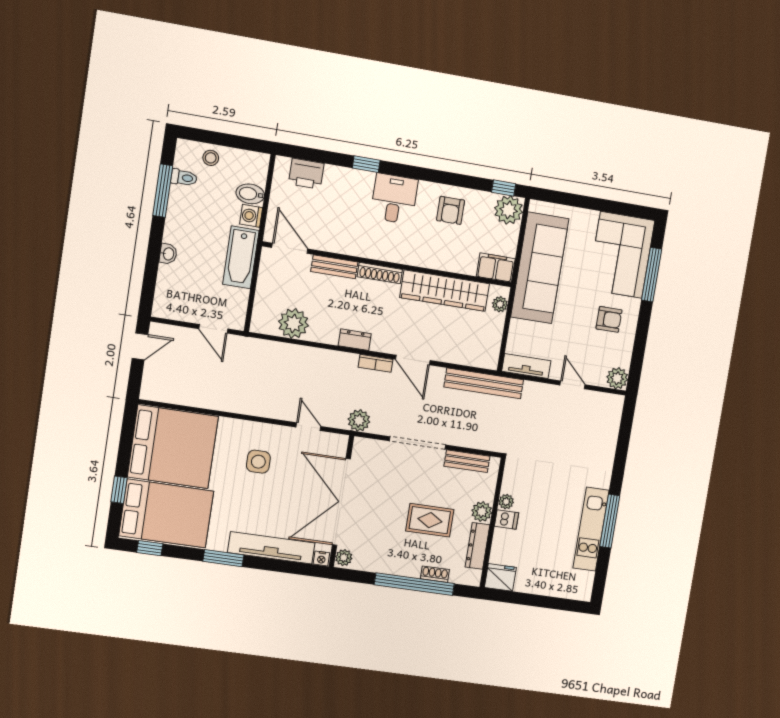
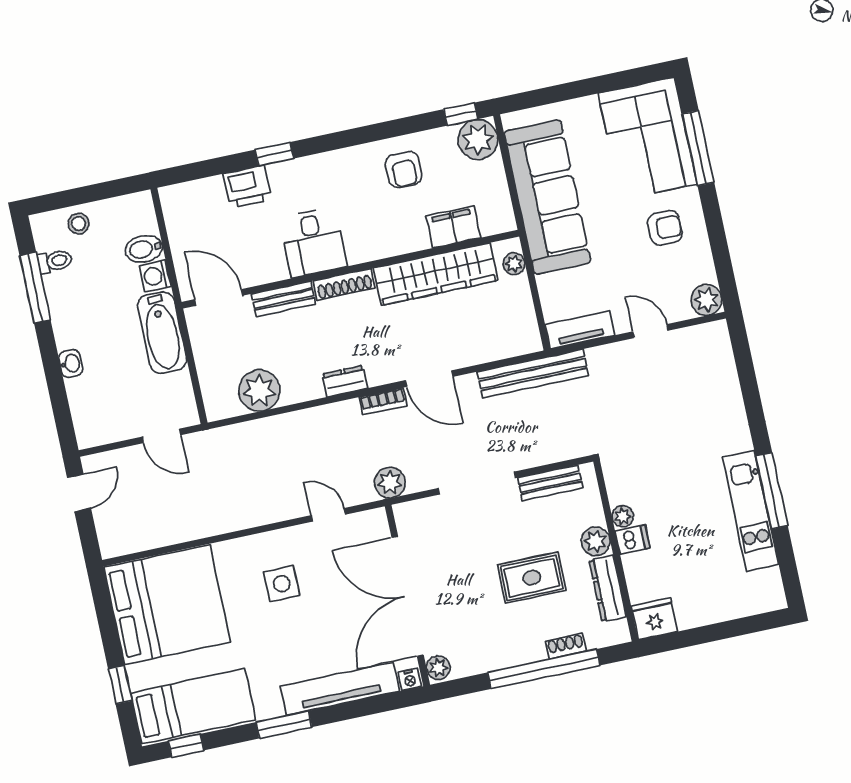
printer: (306, 174) -> (247, 187), moved
desk: (394, 199) -> (313, 242), moved, turned 180
filing cabinet: (496, 267) -> (453, 227), moved
bed: (166, 513) -> (193, 706), width x0.67

